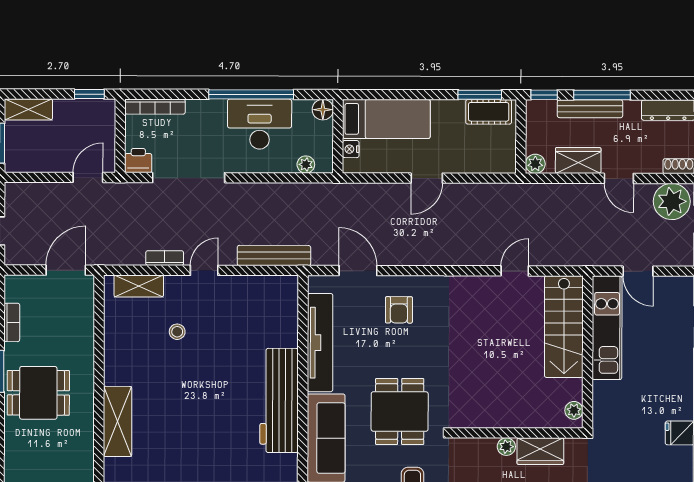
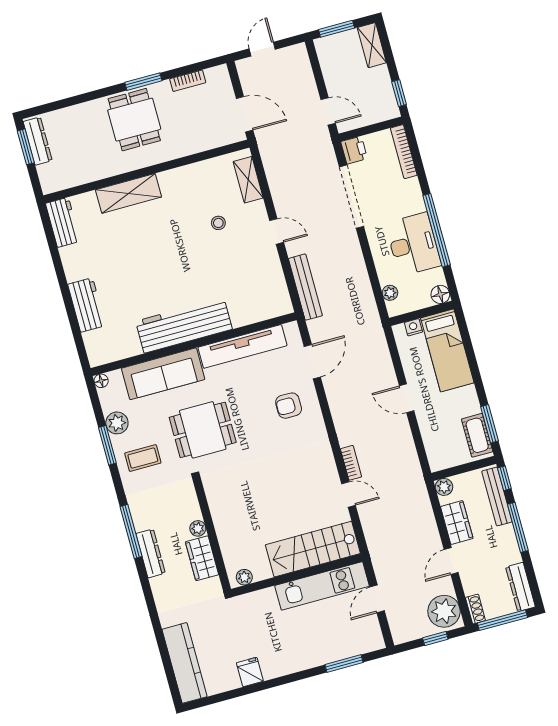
bench: (590, 109) -> (497, 496), moved
bookcase: (165, 258) -> (351, 463), moved

